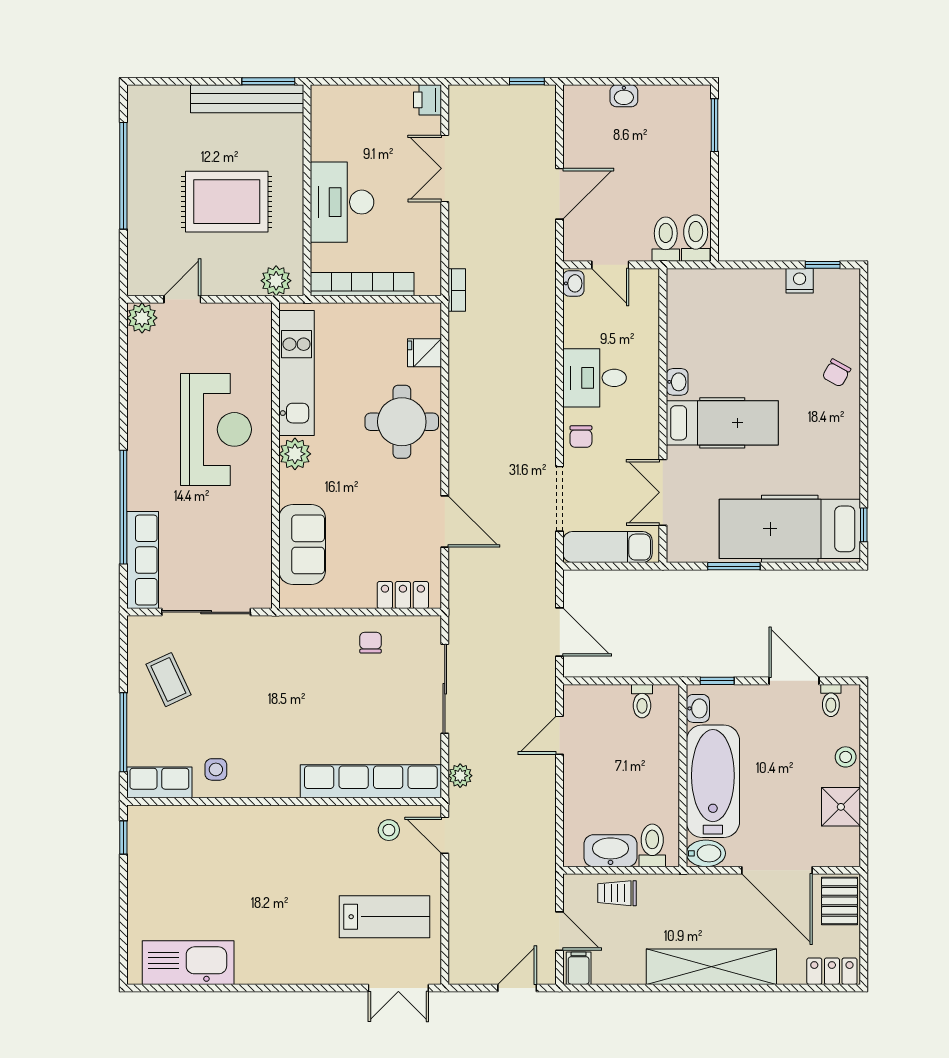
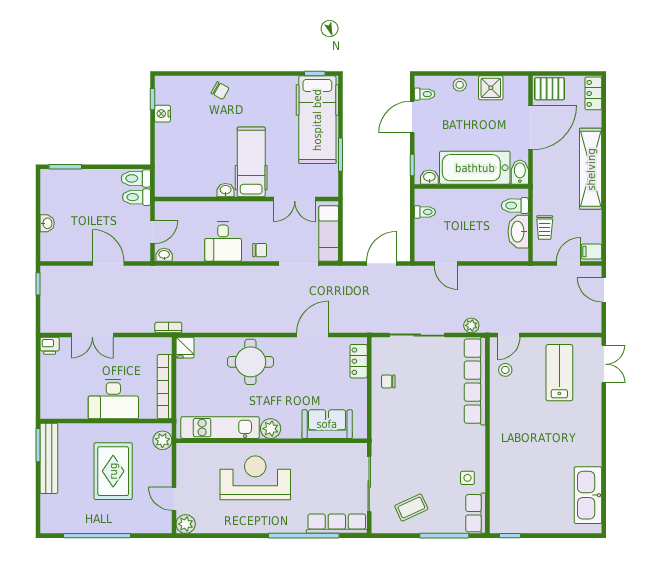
fridge: (424, 353) -> (185, 348), moved

